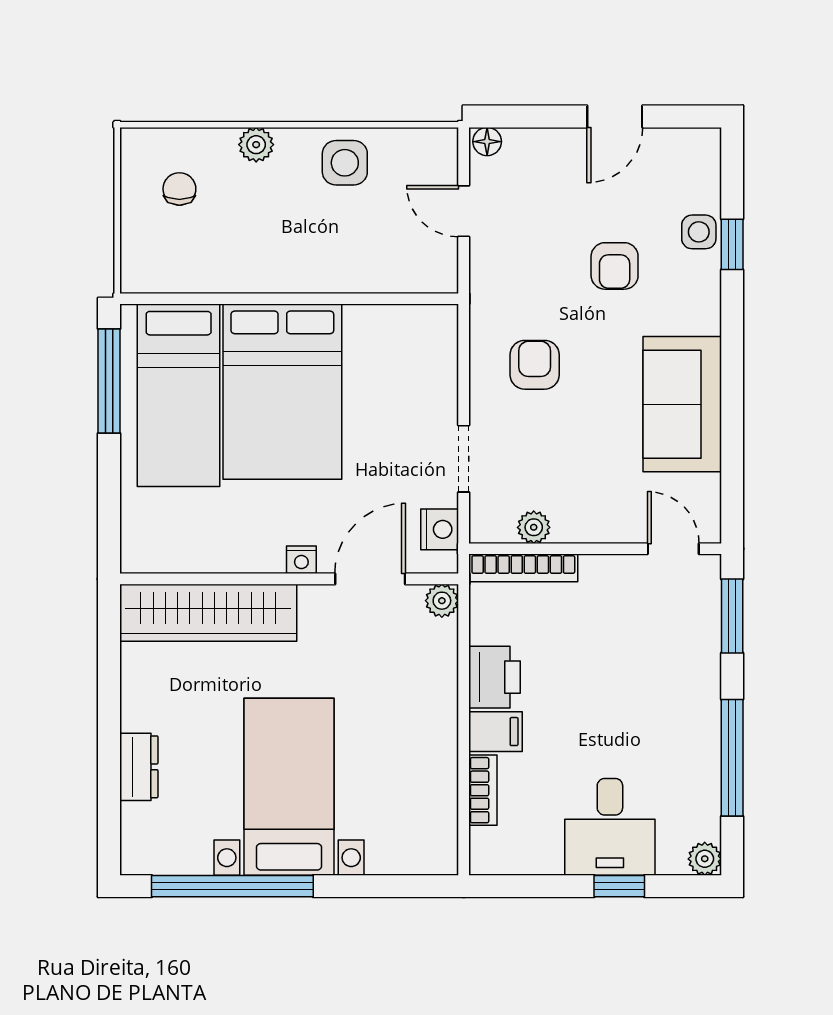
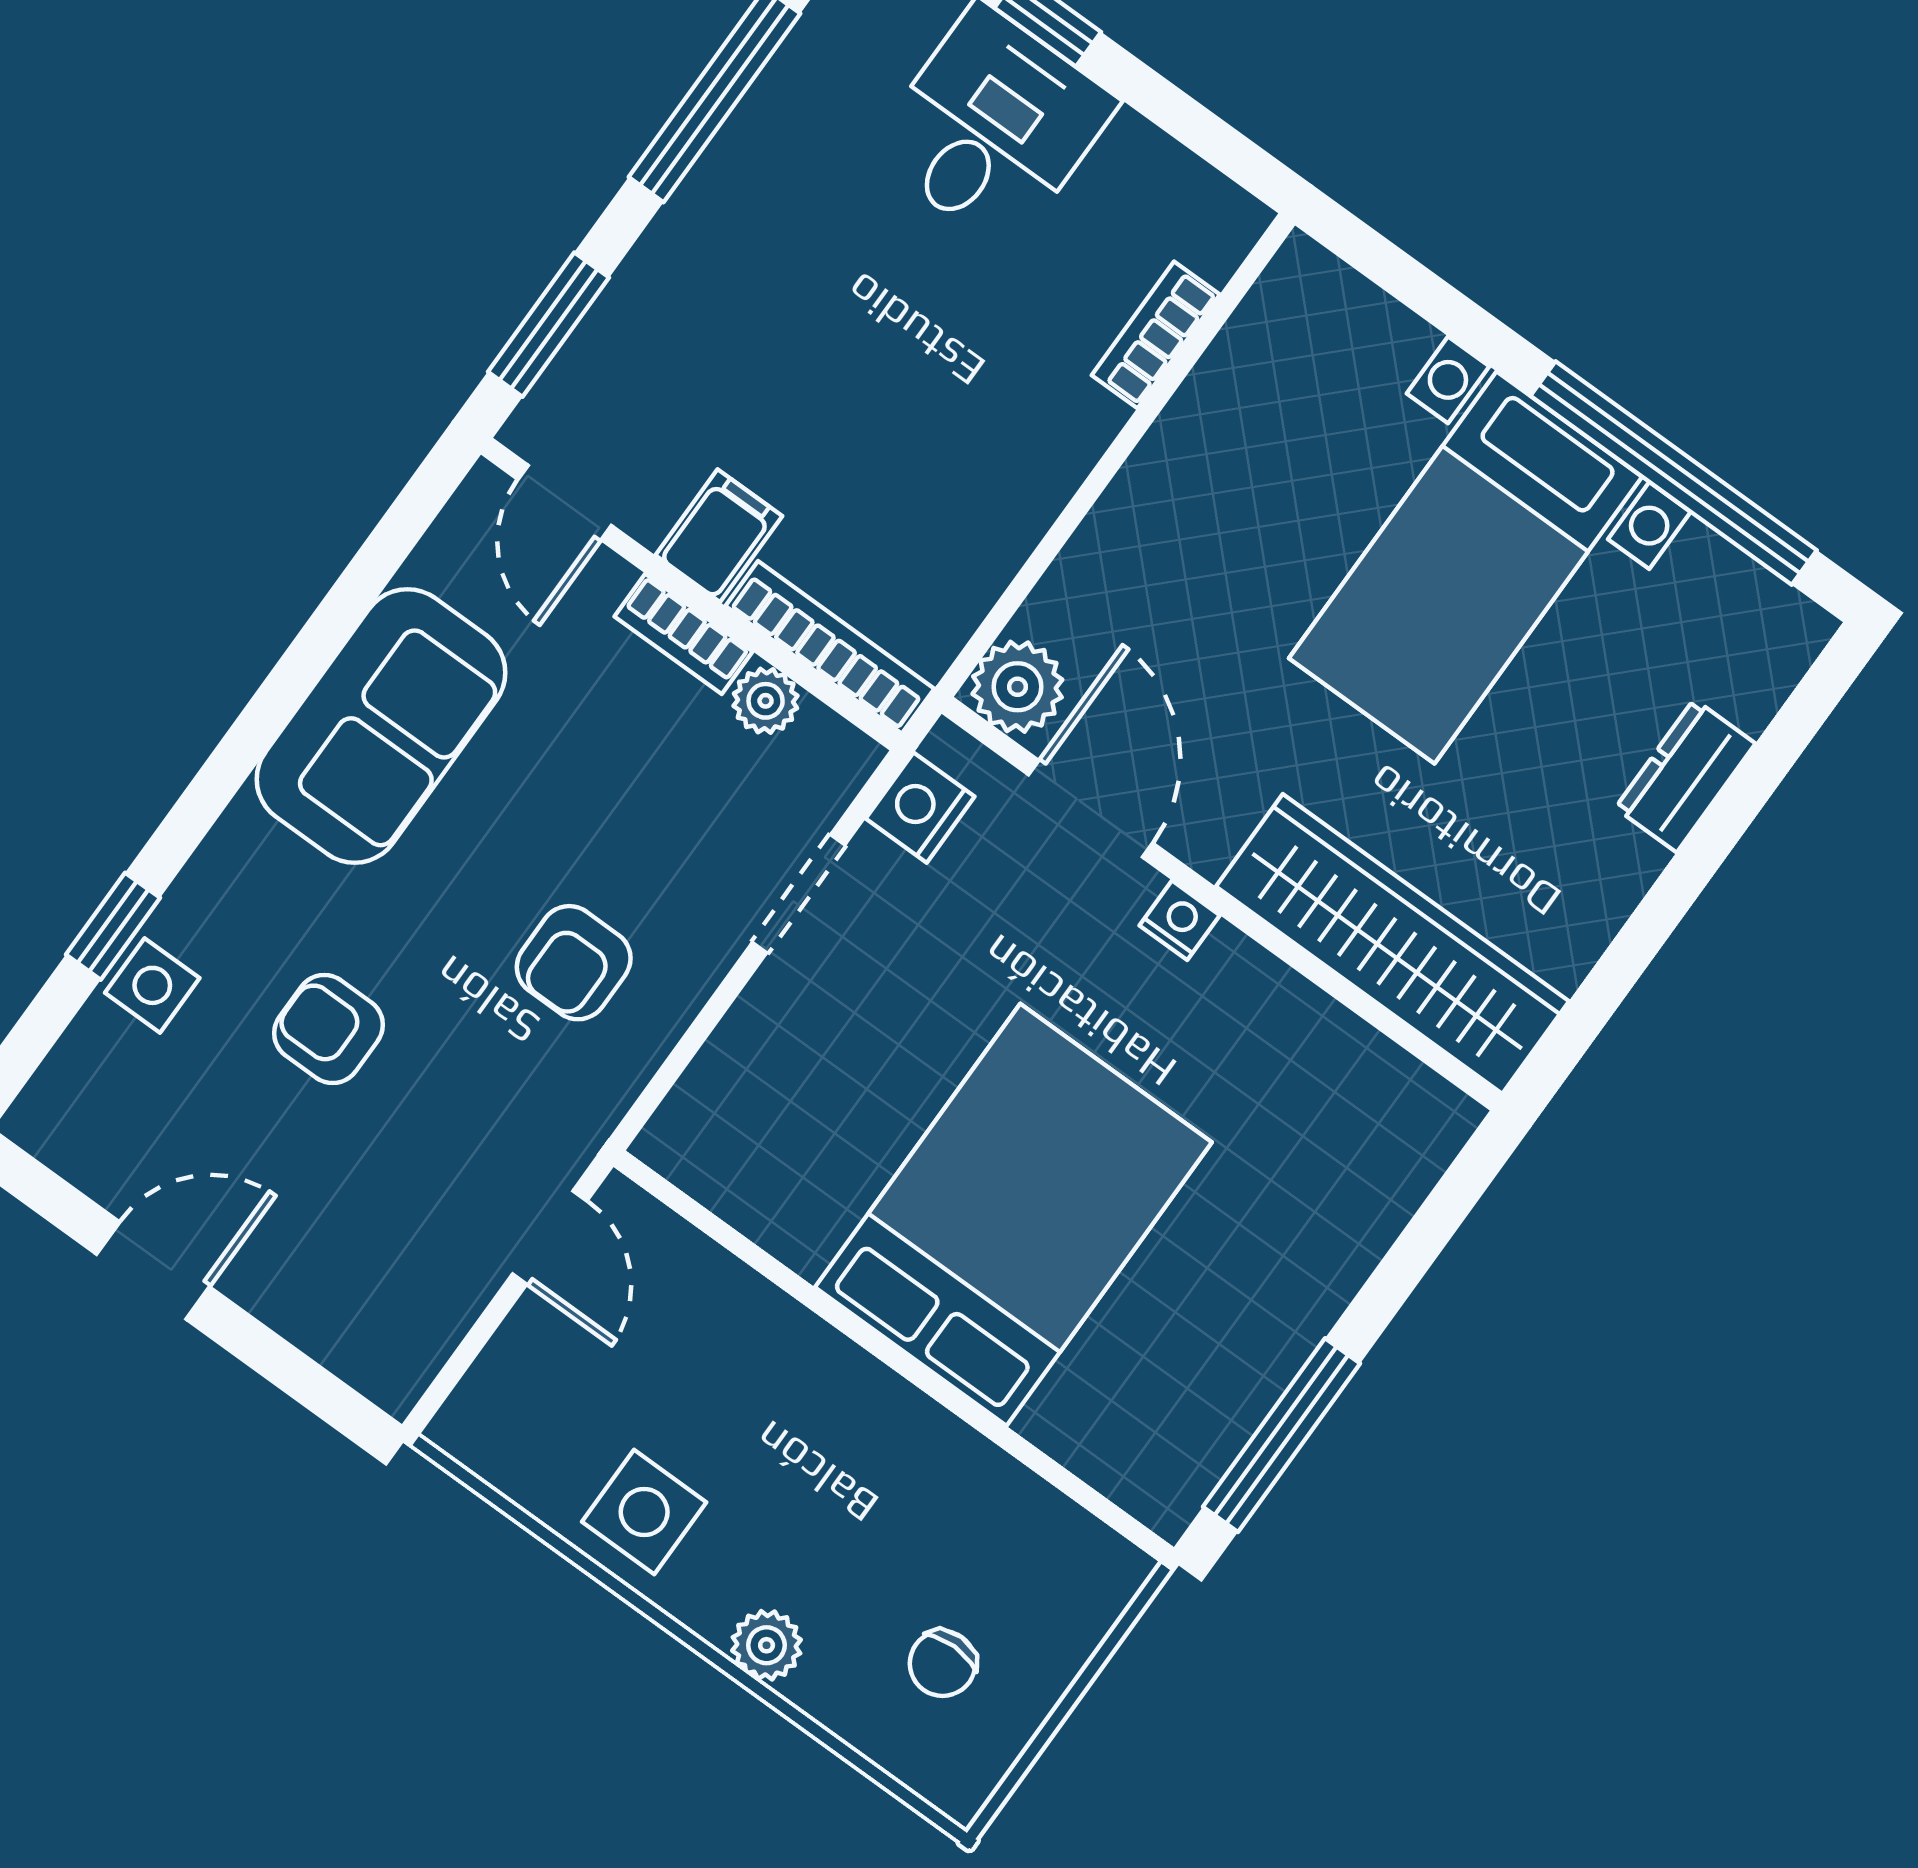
floor lamp: (487, 142) -> (389, 1380), removed
door: (464, 211) -> (550, 1237), moved
armchair: (615, 266) -> (328, 1029), turned -90
bed: (179, 395) -> (1186, 1330), removed
bookcase: (587, 530) -> (684, 634), added
door: (370, 579) -> (1091, 809), swing flipped
plant: (442, 601) -> (1017, 687), width x1.38, depth x1.38
printer: (495, 677) -> (1005, 504), removed
filing cabinet: (495, 732) -> (719, 536), moved, turned 90

